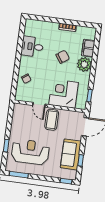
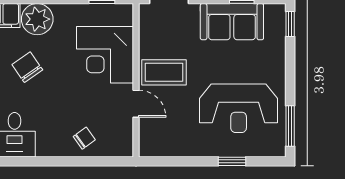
door: (39, 105) -> (136, 104), hinge flipped
reception desk: (30, 152) -> (239, 108), turned -90

